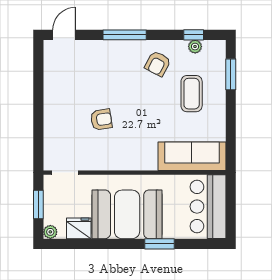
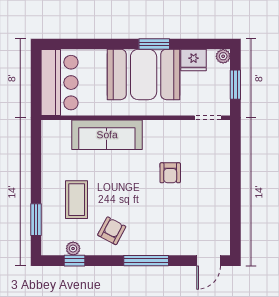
armchair: (101, 120) -> (170, 173), turned -81
sofa: (192, 156) -> (107, 135), moved
window: (159, 244) -> (154, 44), moved

